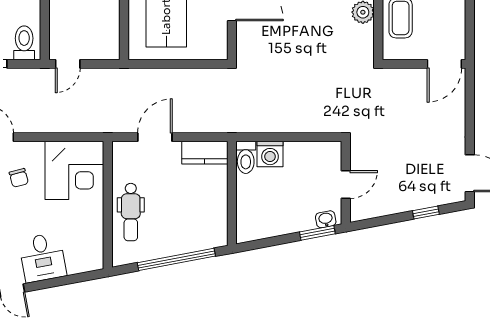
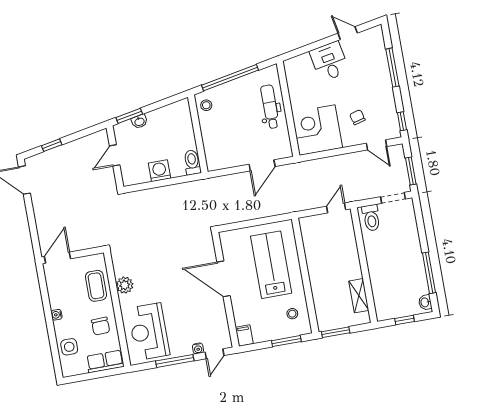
kitchen counter: (205, 153) -> (223, 160), removed
washing machine: (270, 154) -> (159, 171), moved
washbasin: (326, 219) -> (139, 121), moved
stool: (214, 229) -> (206, 105), added

